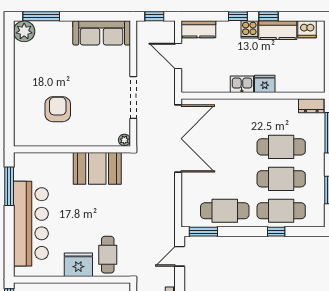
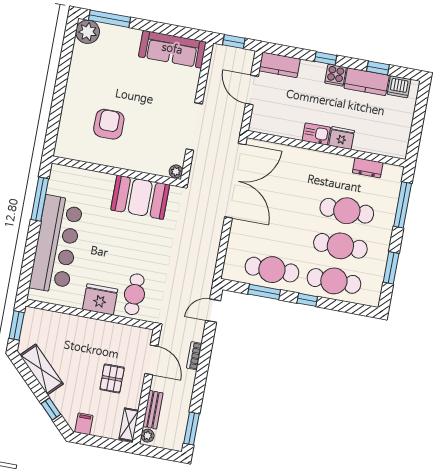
window: (268, 16) -> (378, 68), moved
dresser: (311, 106) -> (368, 168), moved
window: (203, 232) -> (264, 292), moved
window: (276, 232) -> (307, 300), moved

